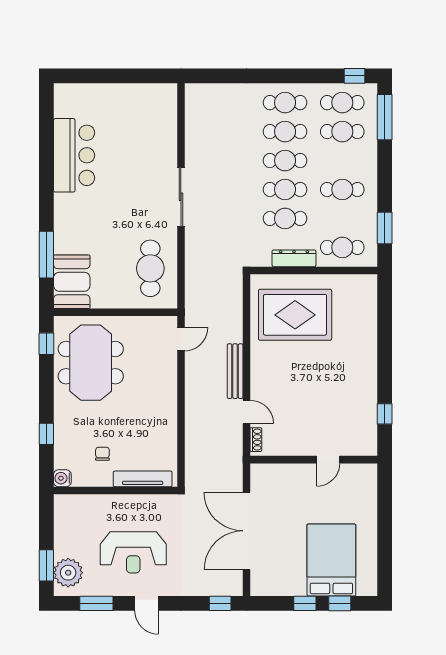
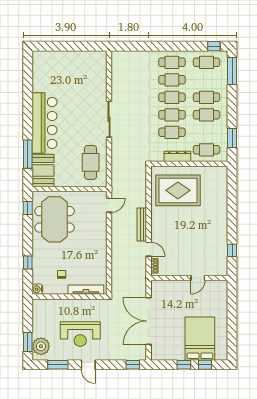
cafe table: (342, 132) -> (207, 97), moved
bar counter: (74, 155) -> (44, 123), moved, width x1.36

